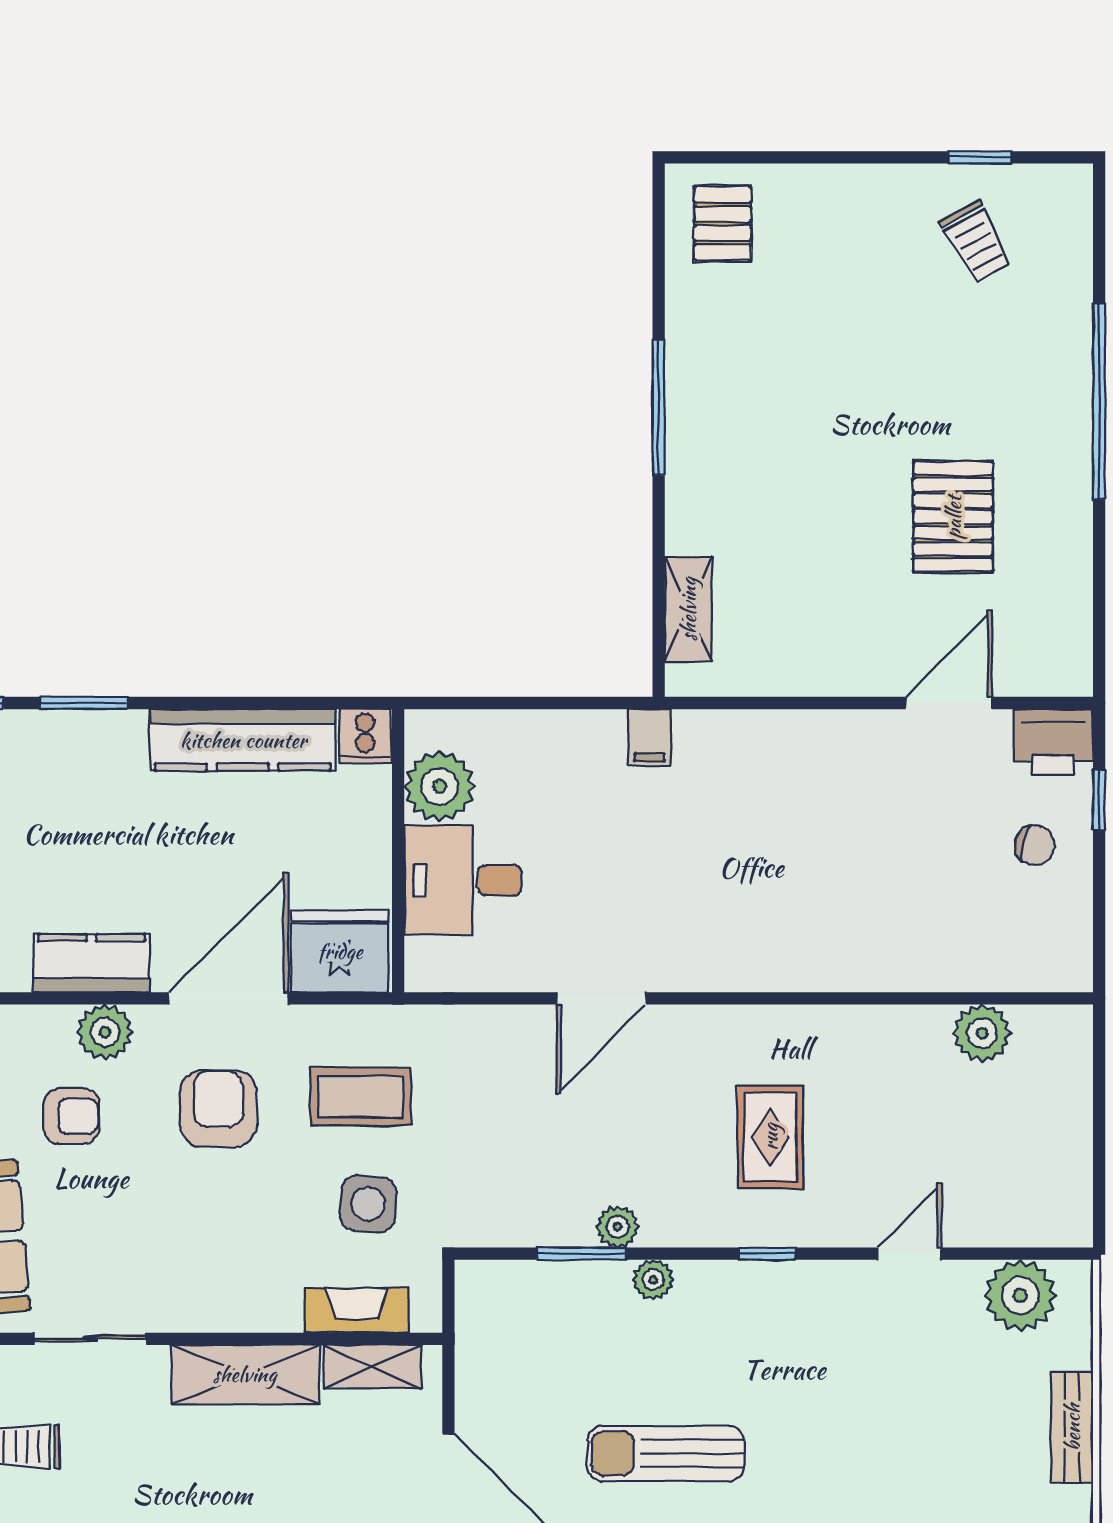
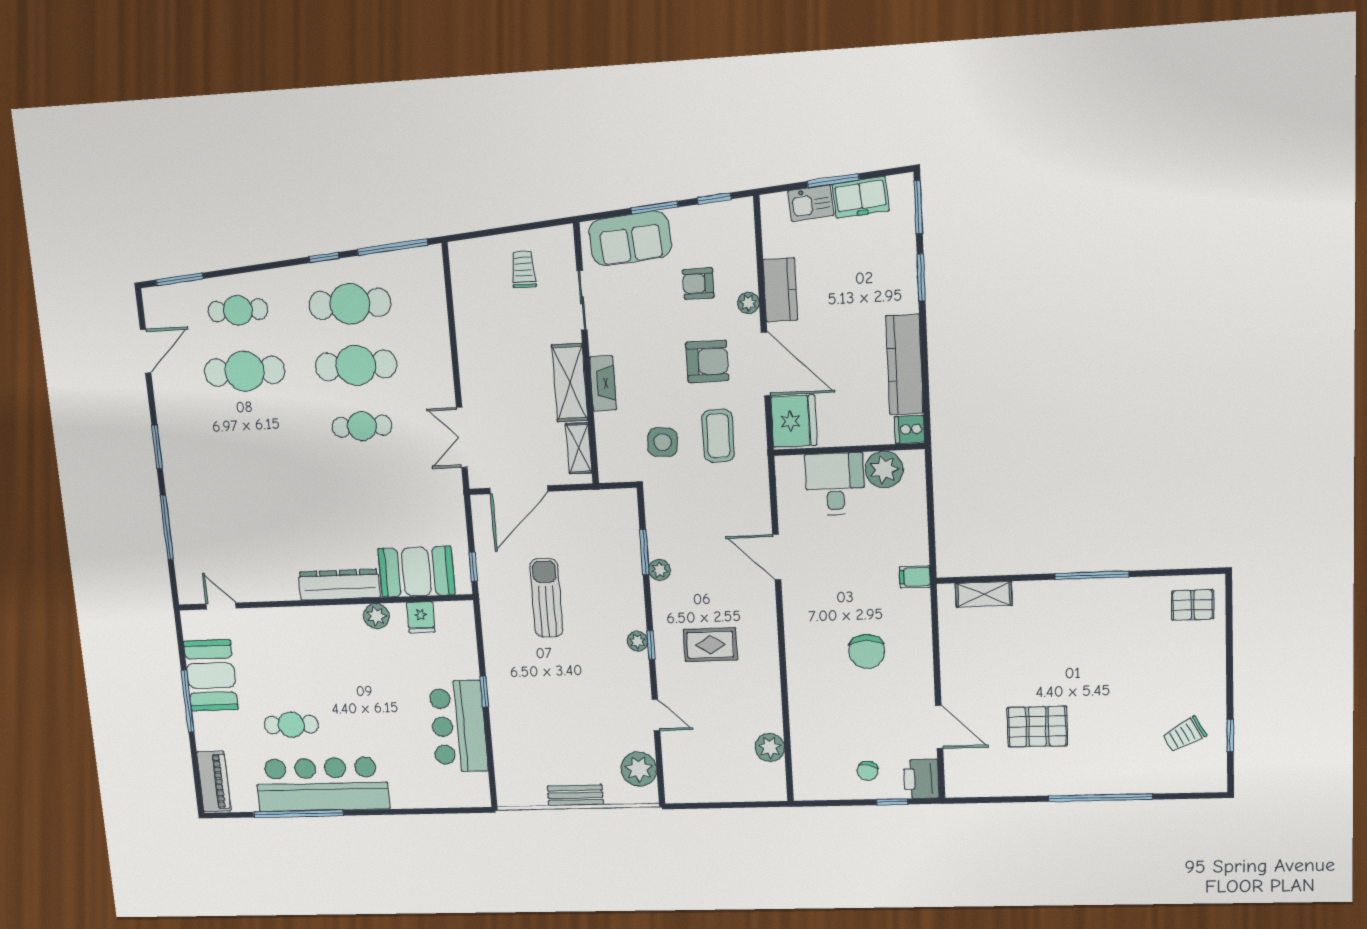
chair: (793, 835) -> (867, 651), added
plant: (105, 1032) -> (748, 303), width x0.73, depth x0.73
armchair: (71, 1116) -> (698, 284), turned 90
plant: (653, 1280) -> (638, 641), moved
fireplace: (357, 1310) -> (603, 383), moved

